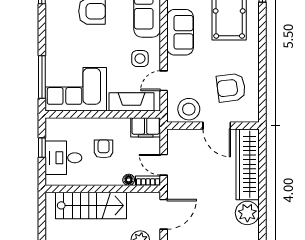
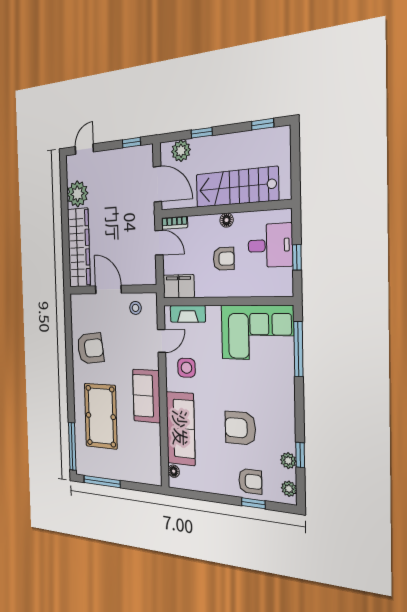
armchair: (231, 88) -> (90, 348), moved
fireplace: (131, 102) -> (188, 314), width x0.73, depth x0.76
stool: (189, 109) -> (135, 308), width x0.53, depth x0.53
armchair: (104, 149) -> (224, 259), turned -90
floor lamp: (129, 180) -> (227, 220), moved
door: (164, 214) -> (157, 184), swing flipped

